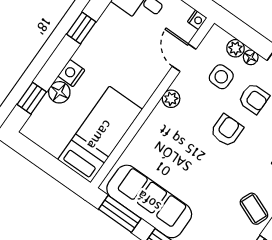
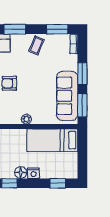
floor lamp: (59, 92) -> (21, 173), moved
plant: (171, 99) -> (26, 119), moved

